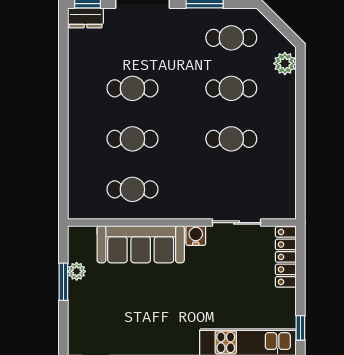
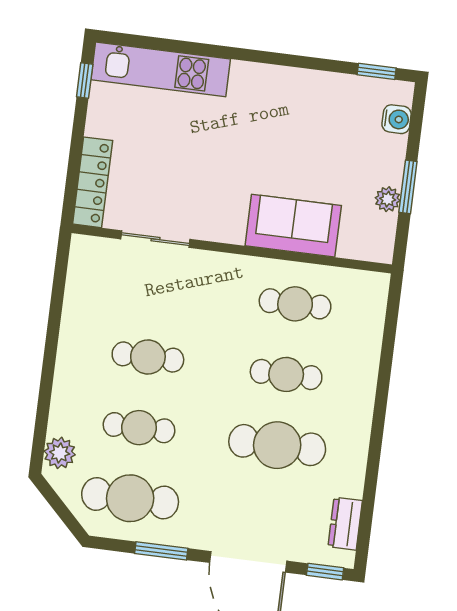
dresser: (85, 18) -> (345, 524), moved, turned -90
cafe table: (231, 38) -> (130, 498), width x1.37, depth x1.35
cafe table: (132, 88) -> (277, 445), width x1.37, depth x1.35
water cooler: (196, 236) -> (397, 119), moved, turned -90
sofa: (141, 244) -> (293, 226), width x0.73

